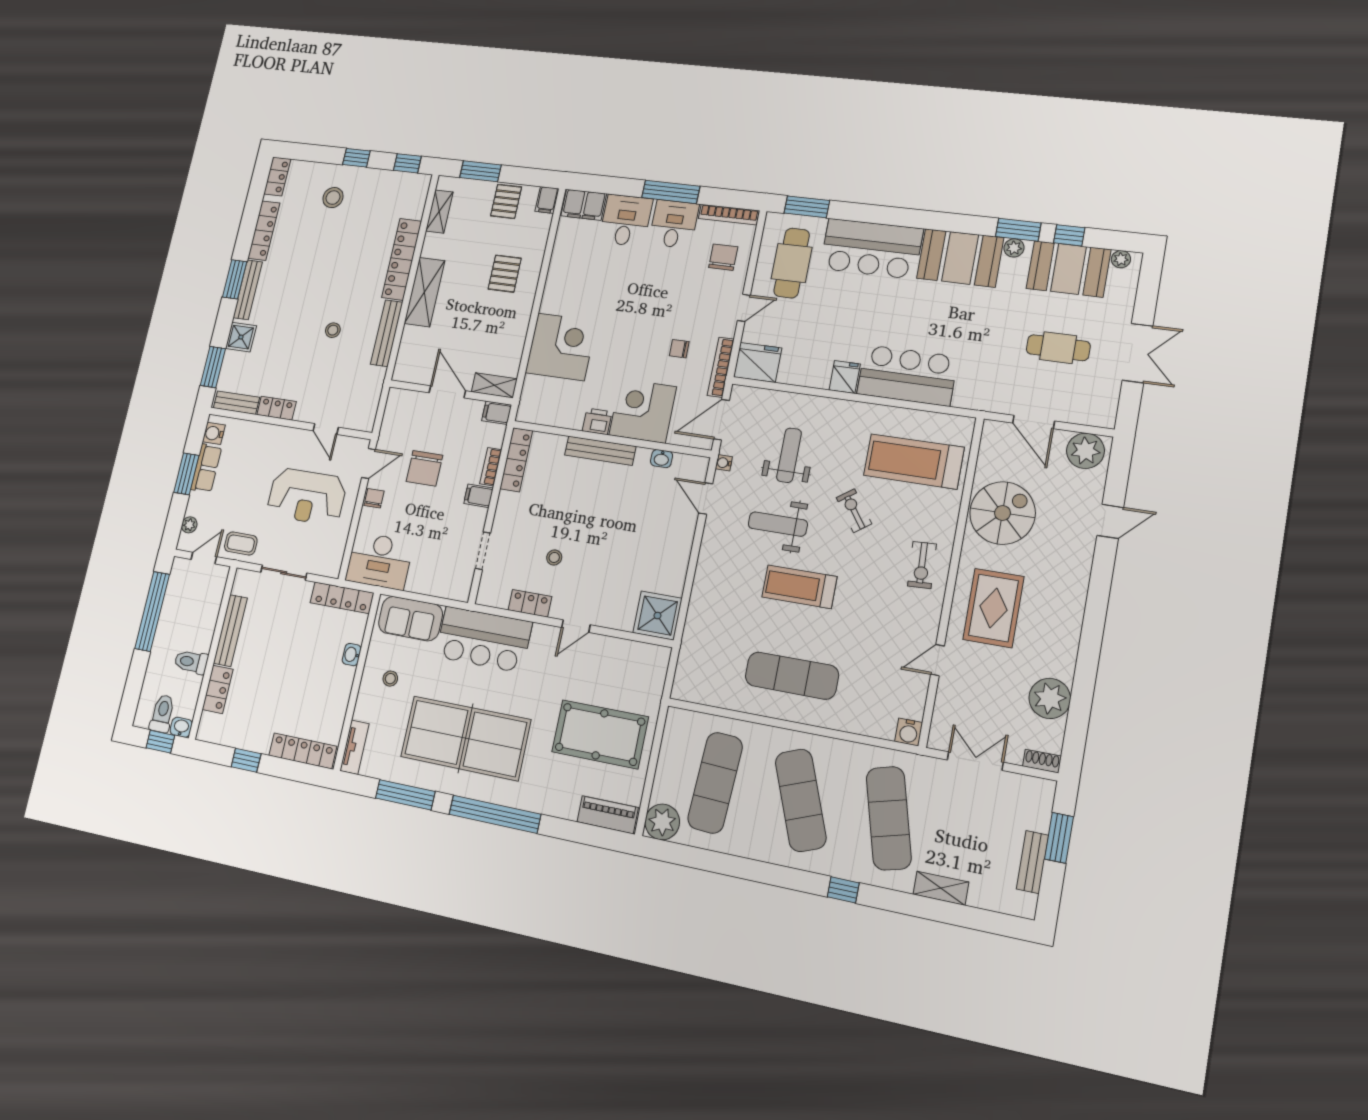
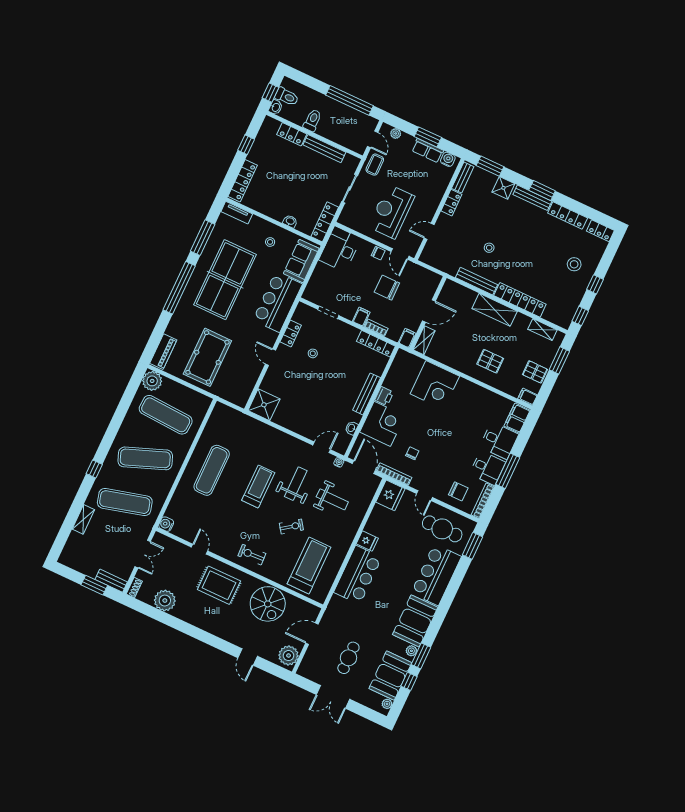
bench: (1032, 862) -> (111, 581), moved

